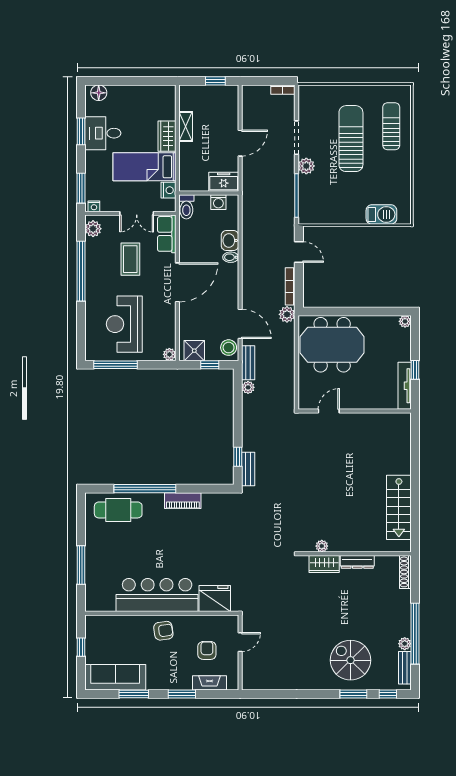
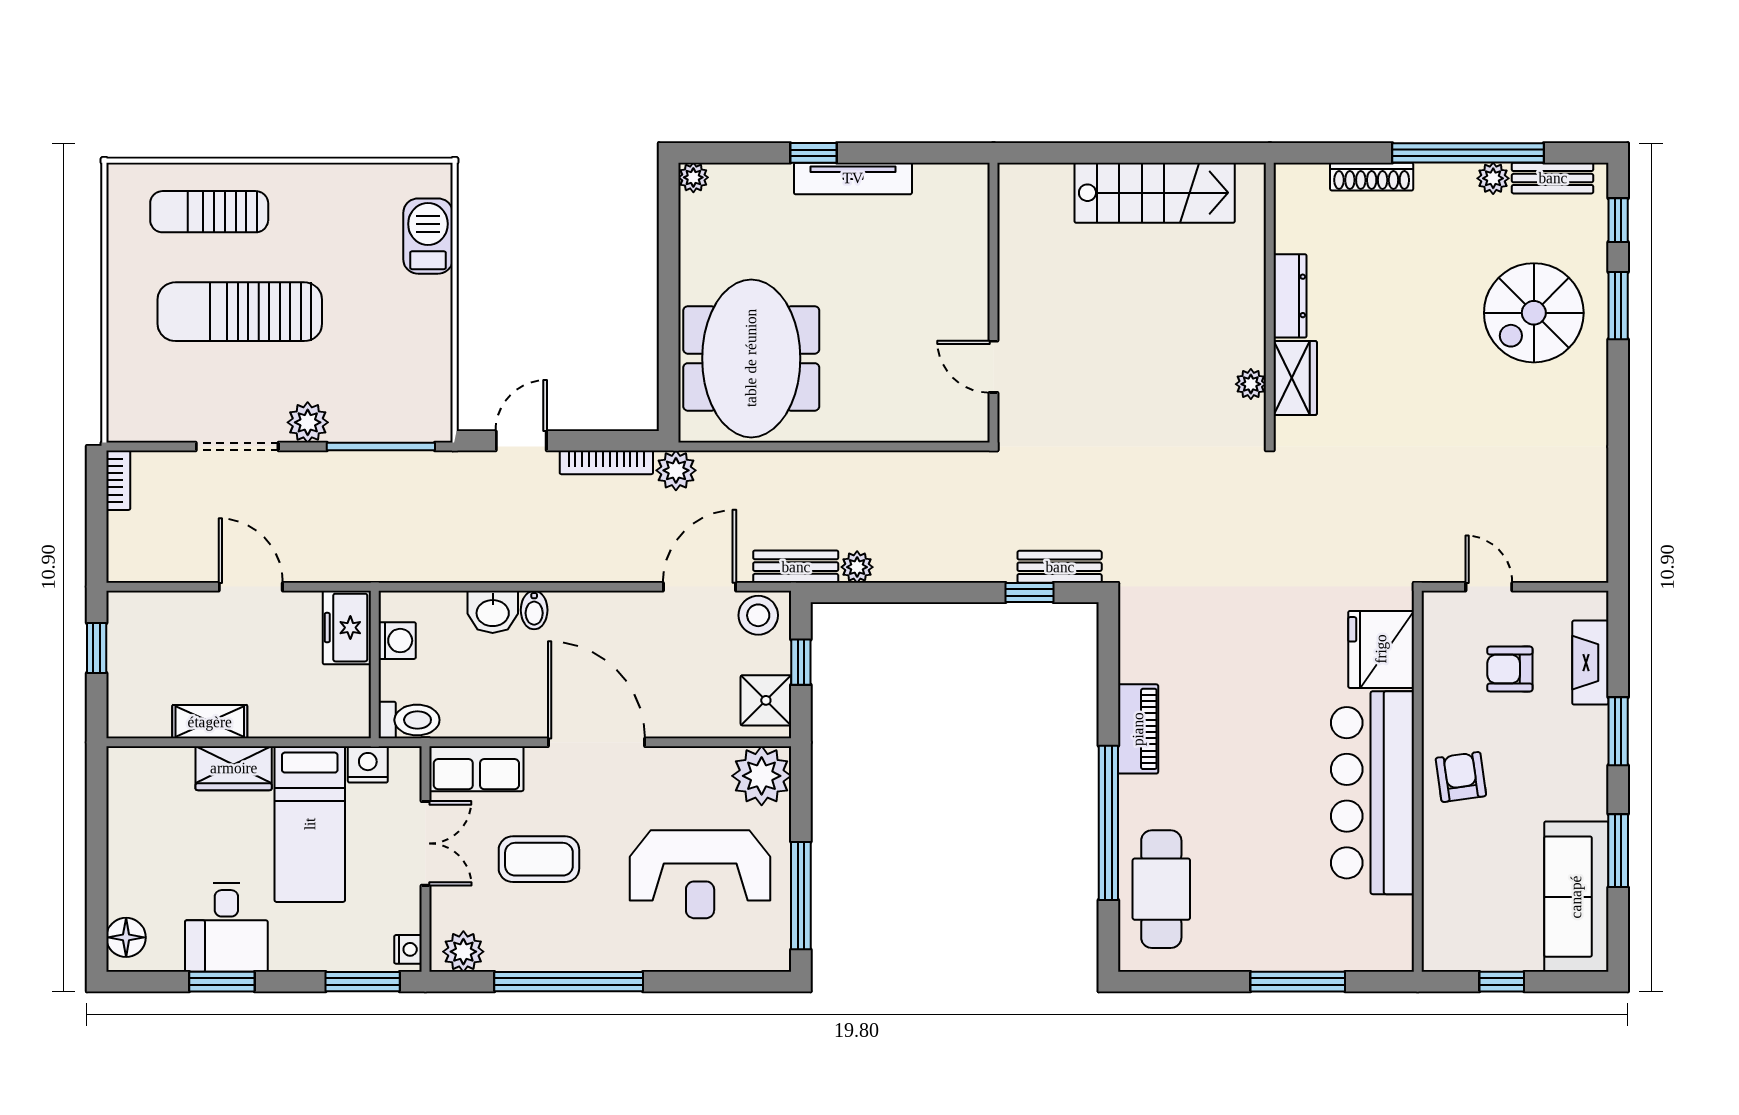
plant: (169, 354) -> (762, 776), width x1.87, depth x1.87
door: (329, 411) -> (994, 367), moved
wall: (355, 411) -> (994, 303), moved
shoe rack: (405, 572) -> (1372, 177), moved

